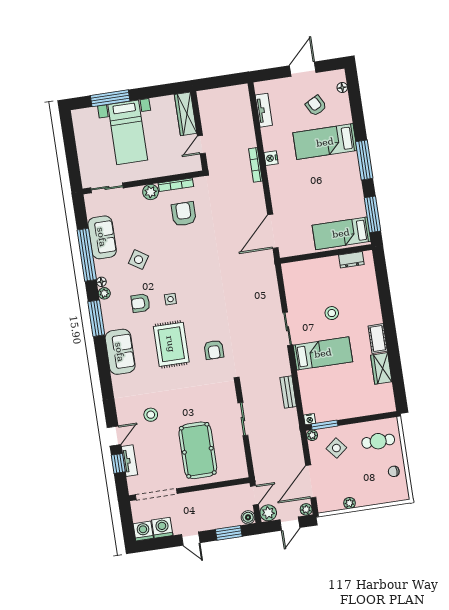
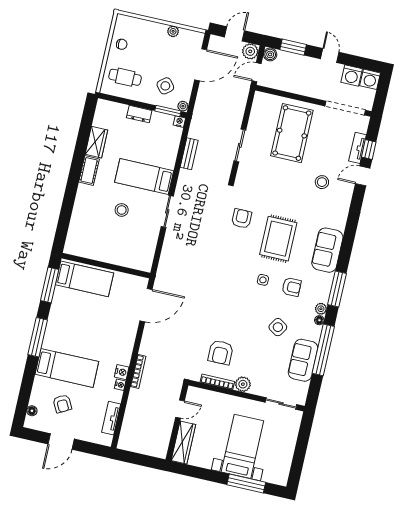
nightstand: (268, 145) -> (120, 385), added
dresser: (351, 260) -> (139, 114), moved, turned 180
plant: (306, 509) -> (215, 41), removed

